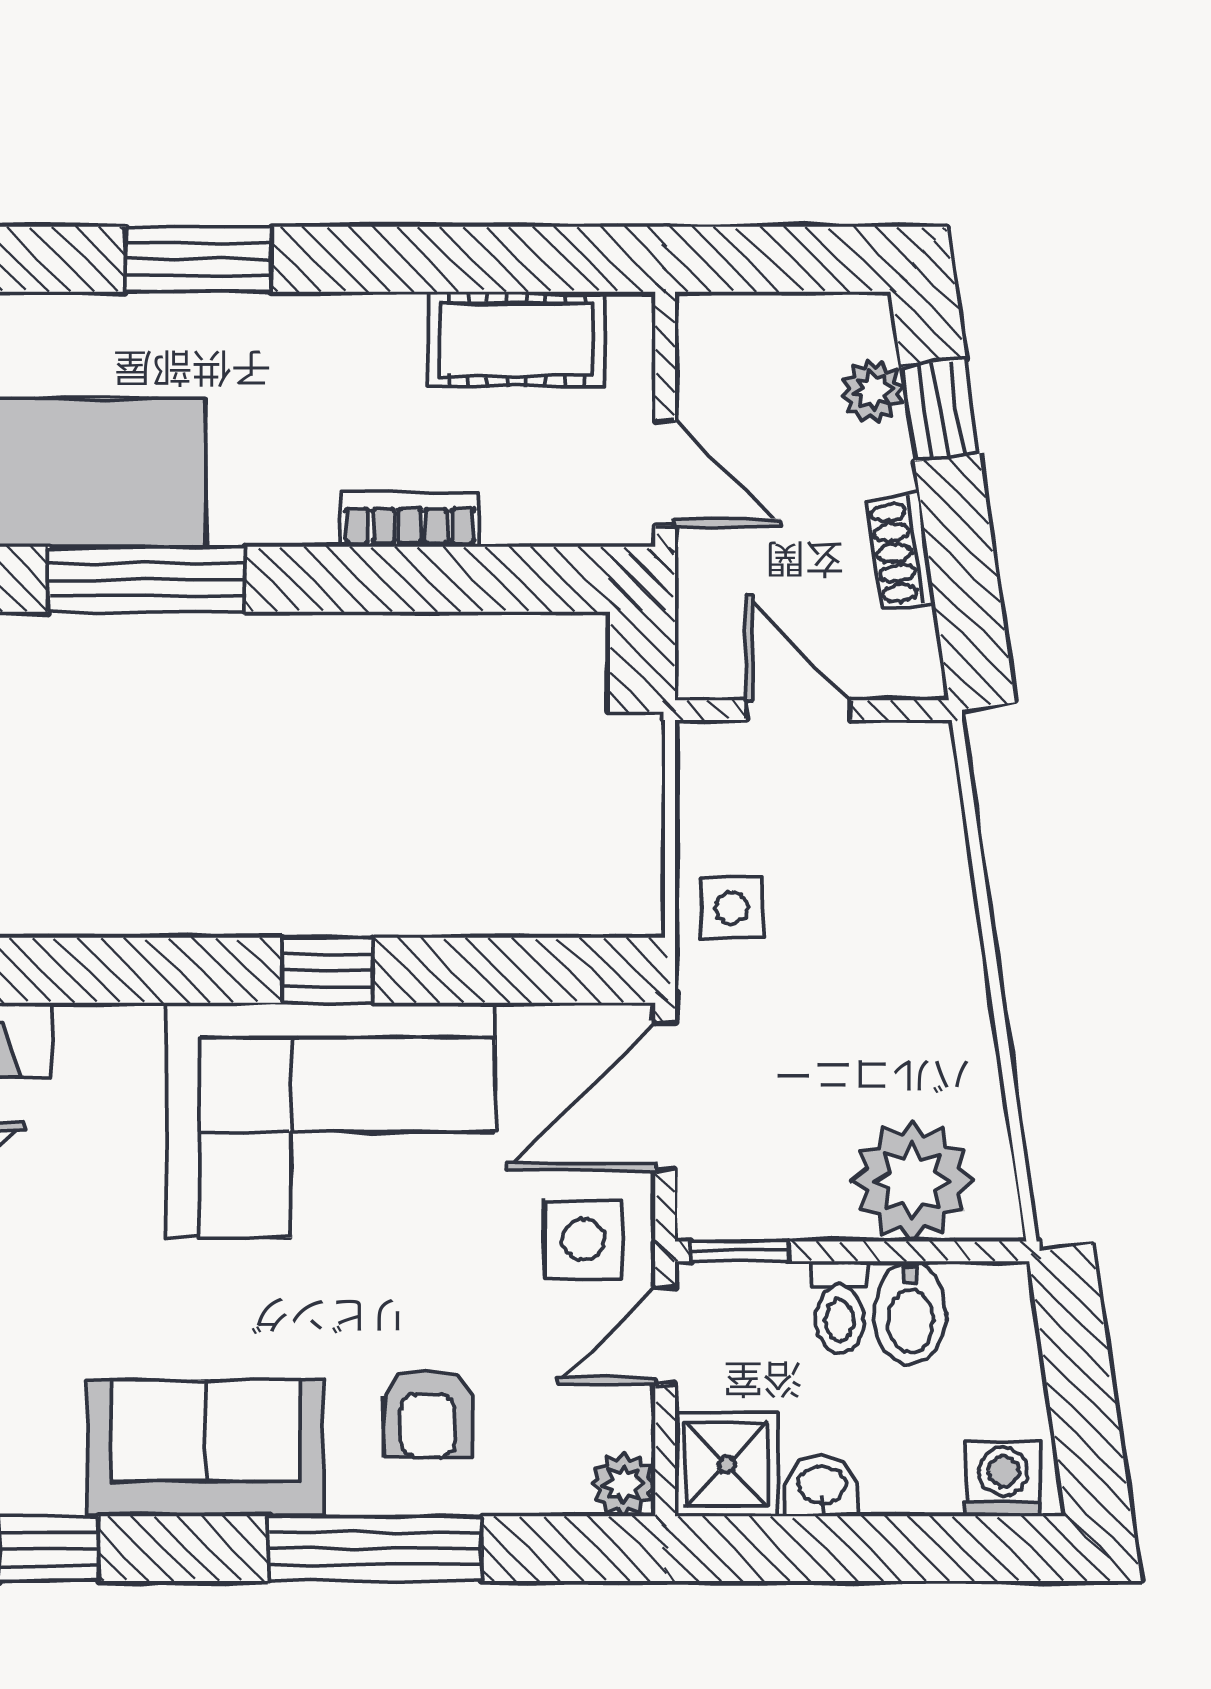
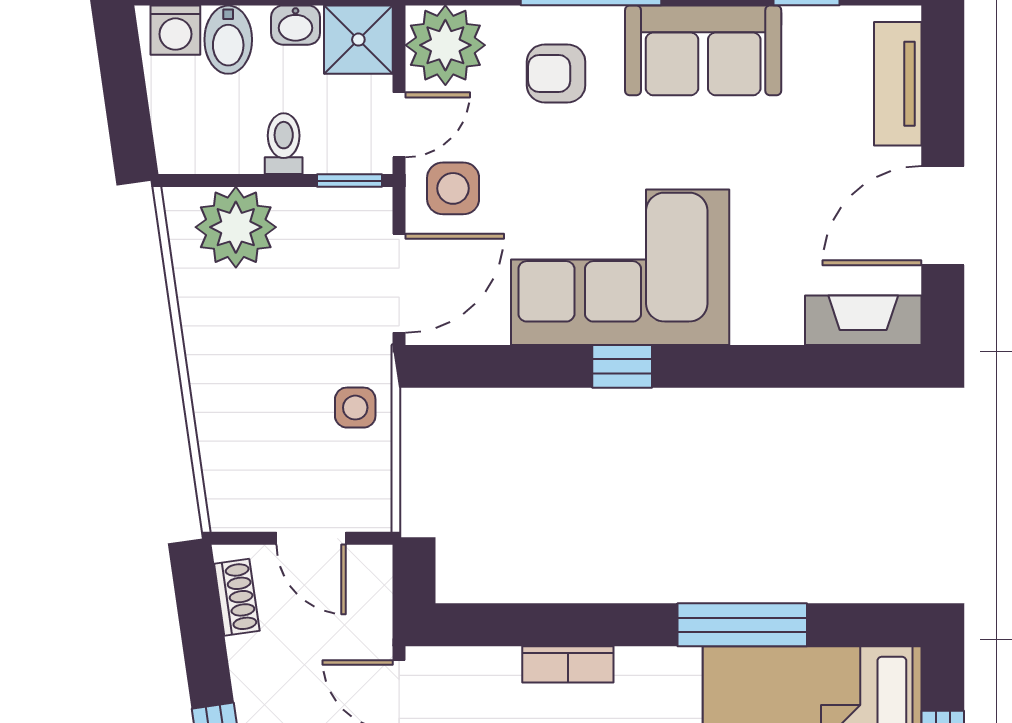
shoe rack: (901, 552) -> (237, 597), moved
bidet: (910, 1313) -> (228, 40), moved, turned 180
armchair: (428, 1413) -> (556, 73), turned -90
plant: (623, 1484) -> (445, 45), width x1.88, depth x1.88

